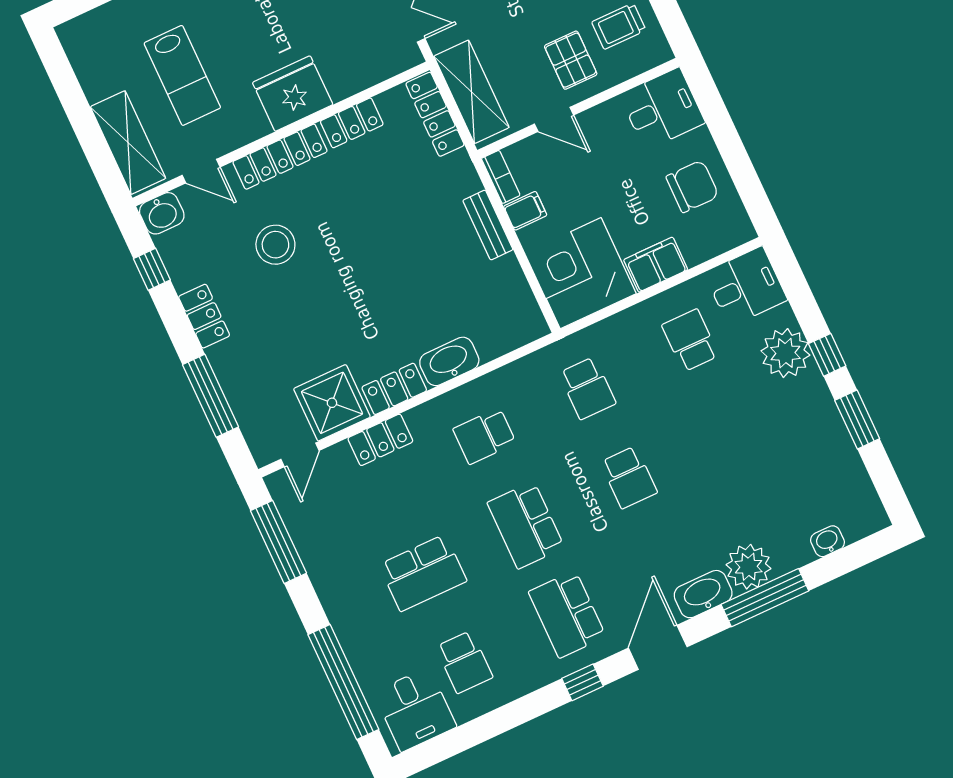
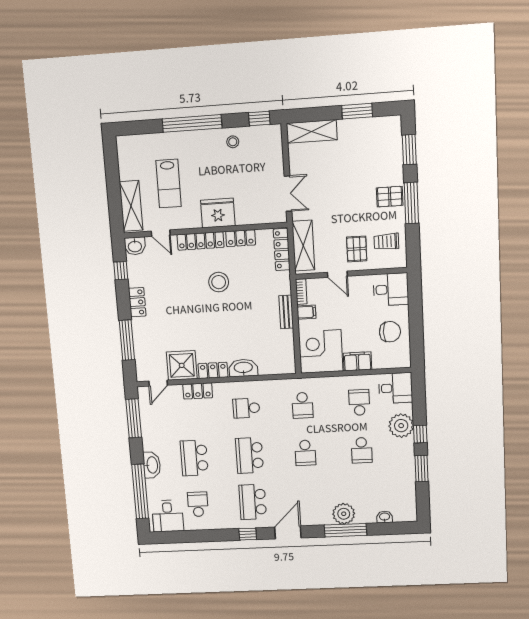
stool: (275, 245) -> (219, 282), moved
school desk: (732, 430) -> (362, 450), added
school desk: (423, 573) -> (194, 458), turned 90
washbasin: (703, 594) -> (152, 465), moved, turned 90
school desk: (464, 662) -> (198, 504), turned 180

